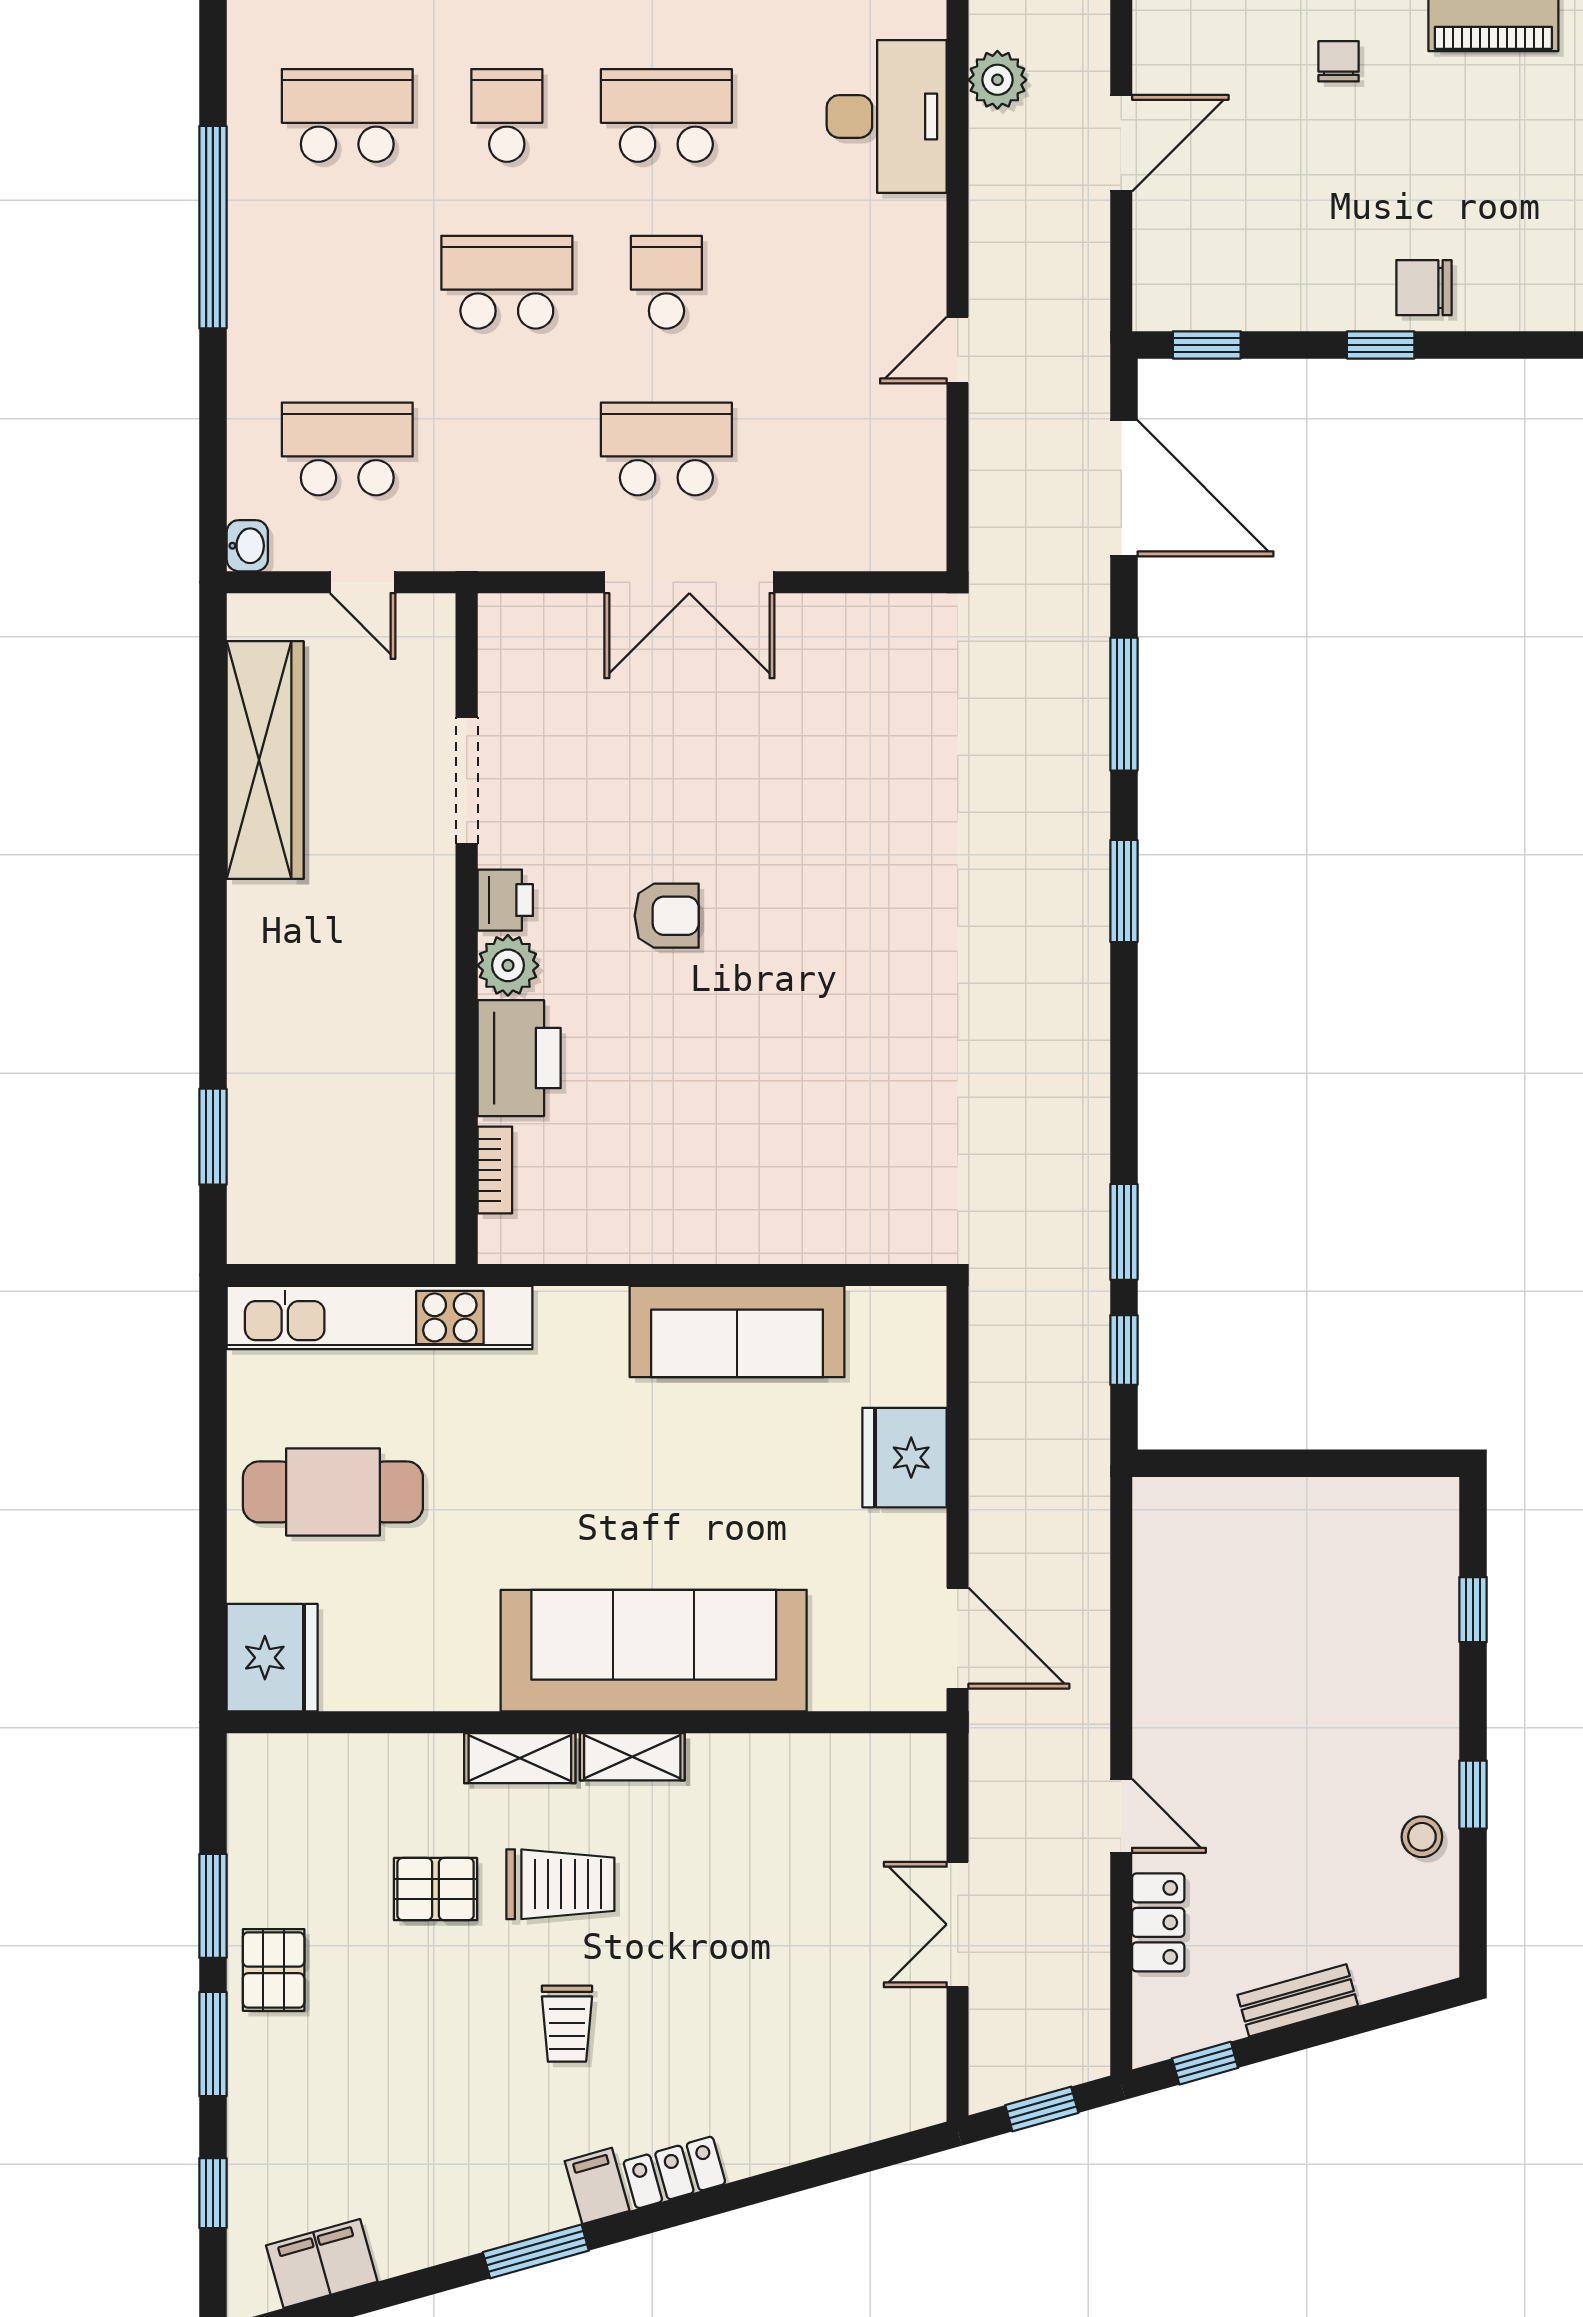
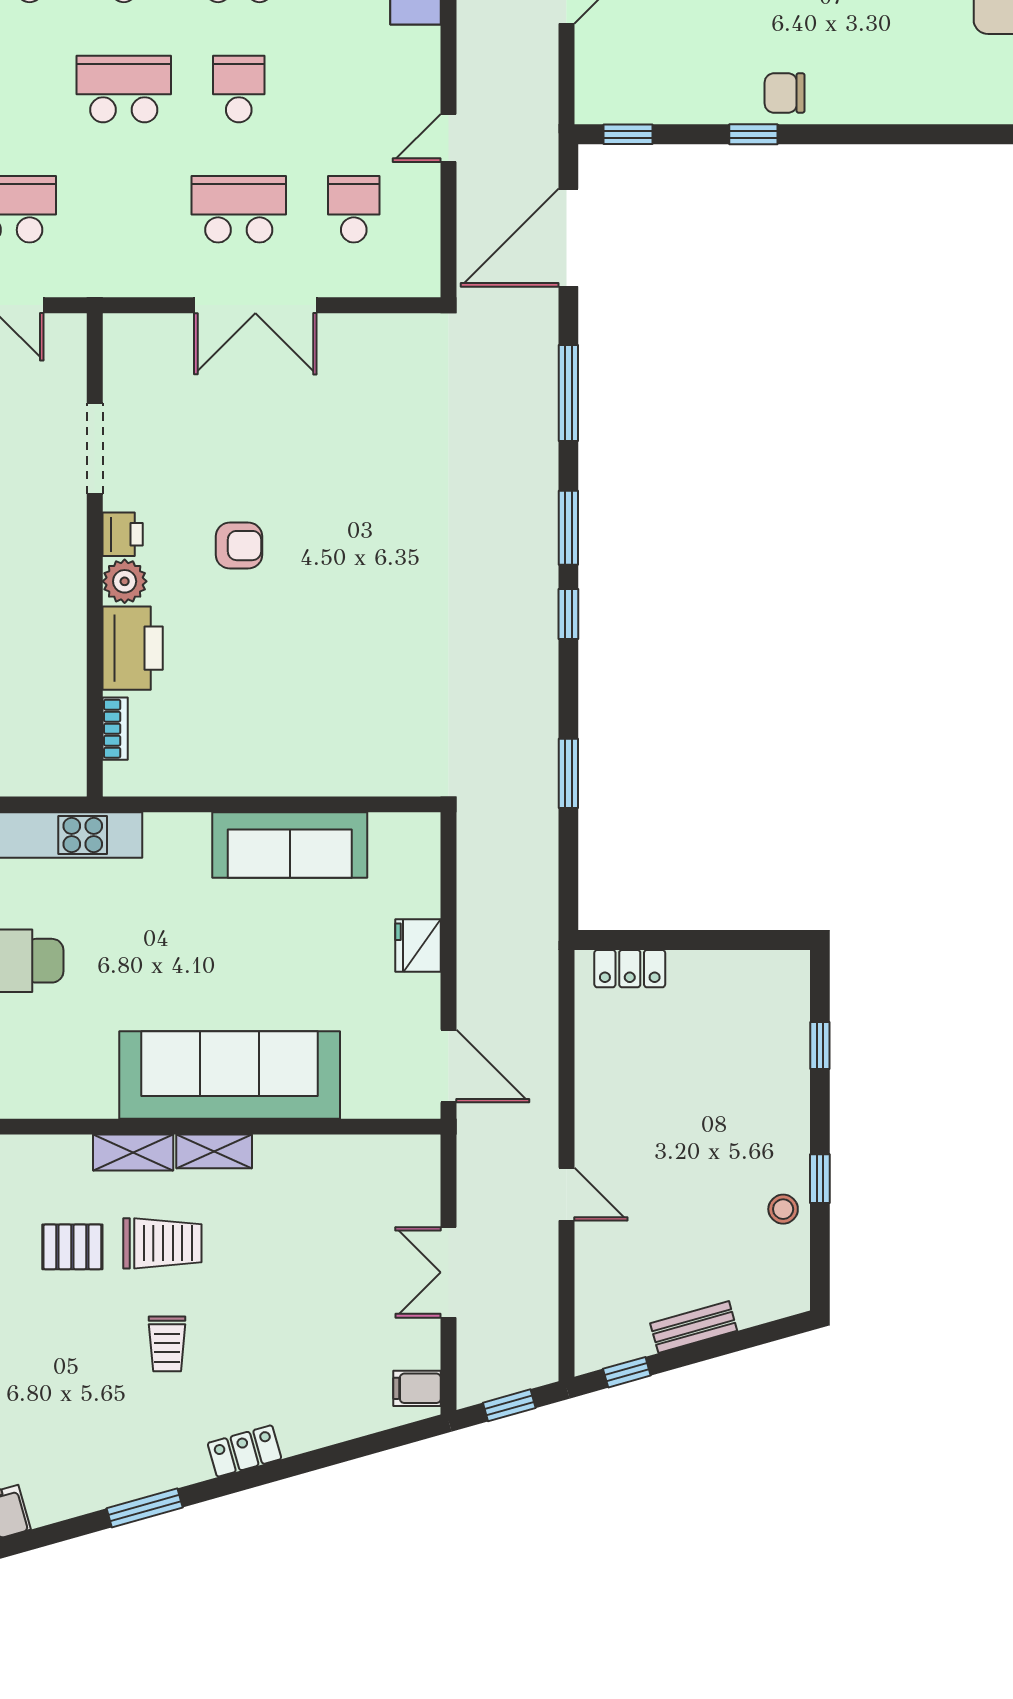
school desk: (826, 449) -> (354, 209), added
door: (1124, 488) -> (568, 238), swing flipped
window: (1124, 1350) -> (568, 614), moved
fridge: (904, 1458) -> (418, 945), width x0.73, depth x0.75
locker: (1158, 1922) -> (630, 969), moved, turned 90
filing cabinet: (597, 2186) -> (417, 1388), moved, turned -74

